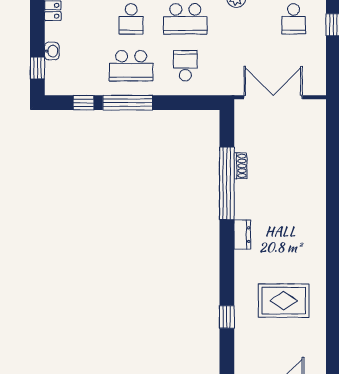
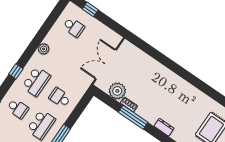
plant: (248, 137) -> (117, 91), added
window: (227, 183) -> (133, 117), width x0.68

